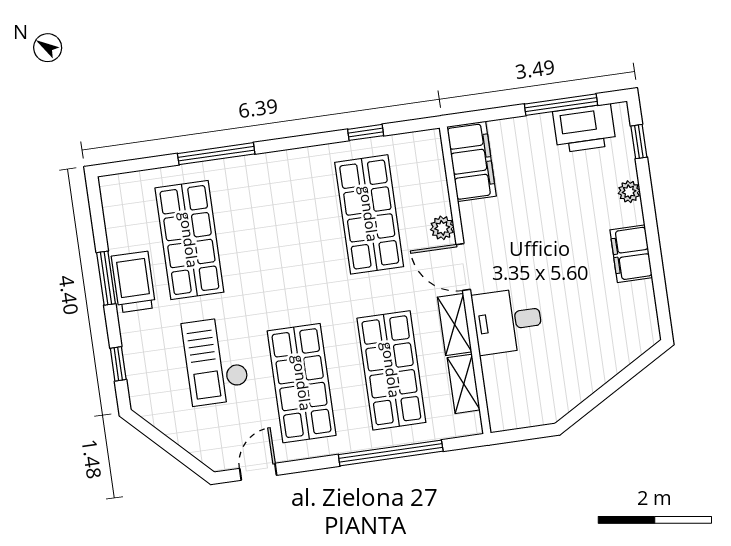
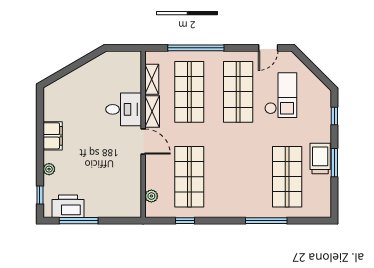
filing cabinet: (472, 161) -> (131, 197), removed
plant: (442, 228) -> (151, 196), moved
trolley: (134, 282) -> (320, 159), turned 180
checkout: (216, 361) -> (281, 95), moved

